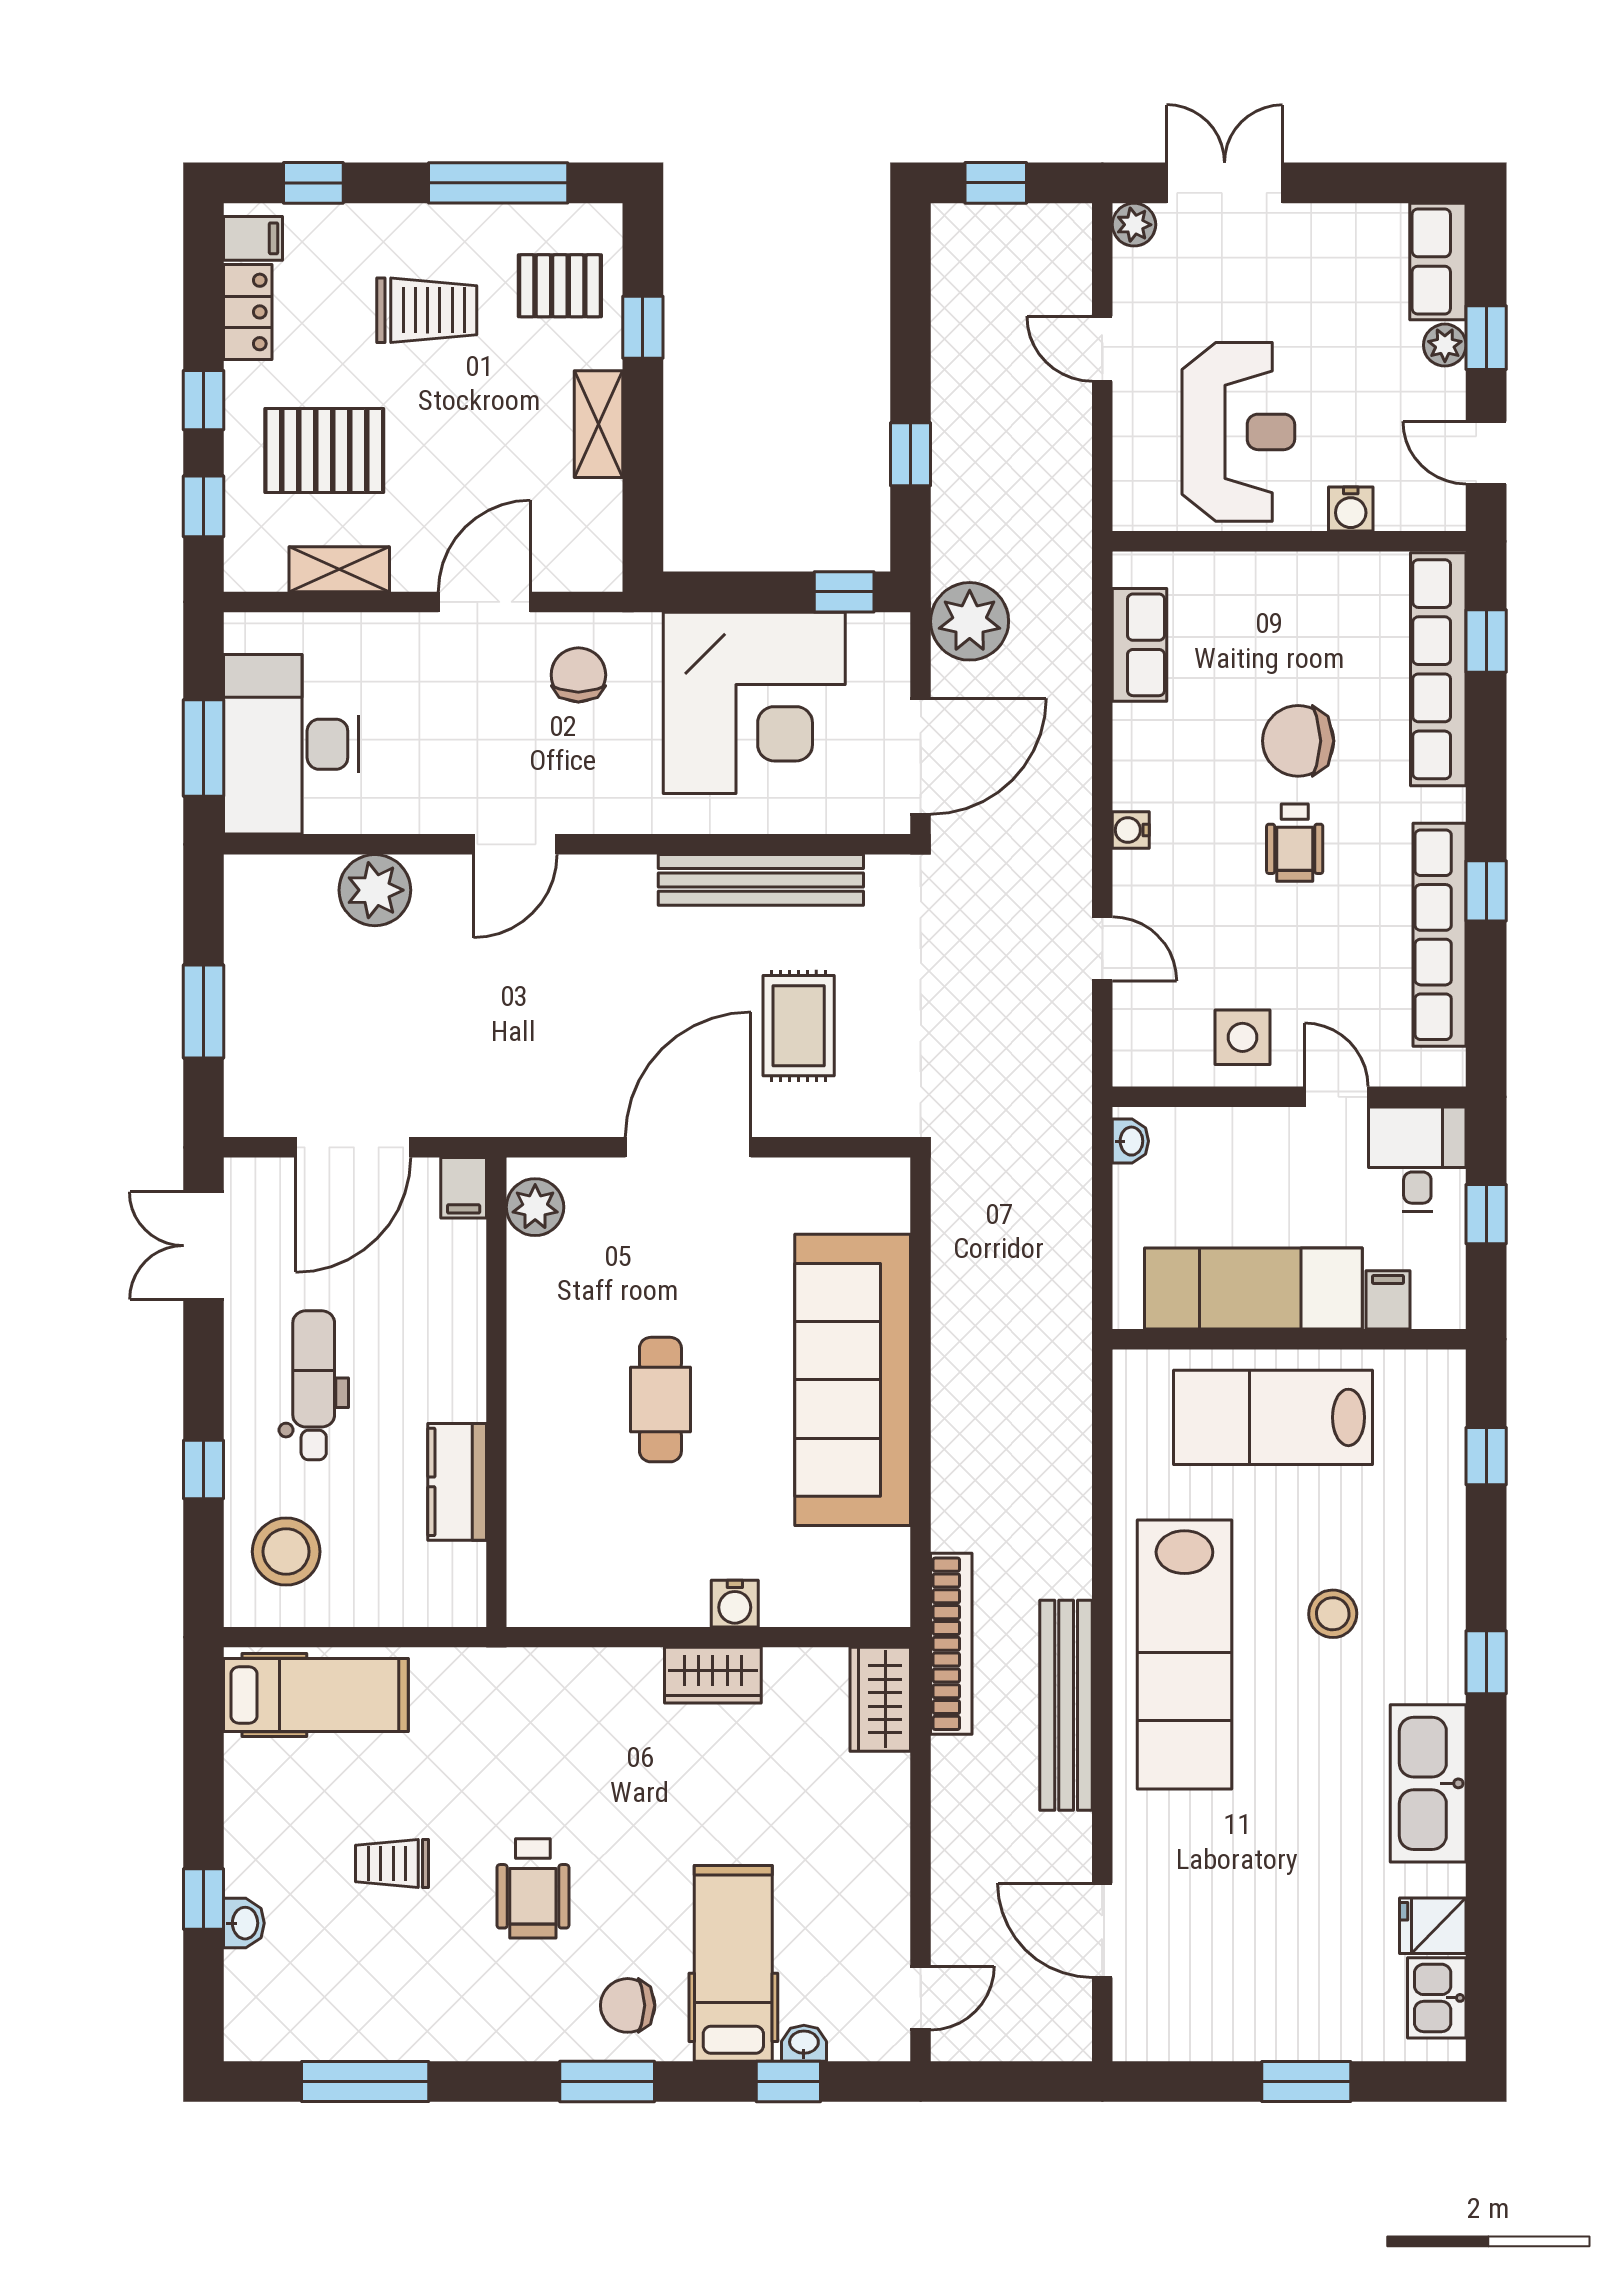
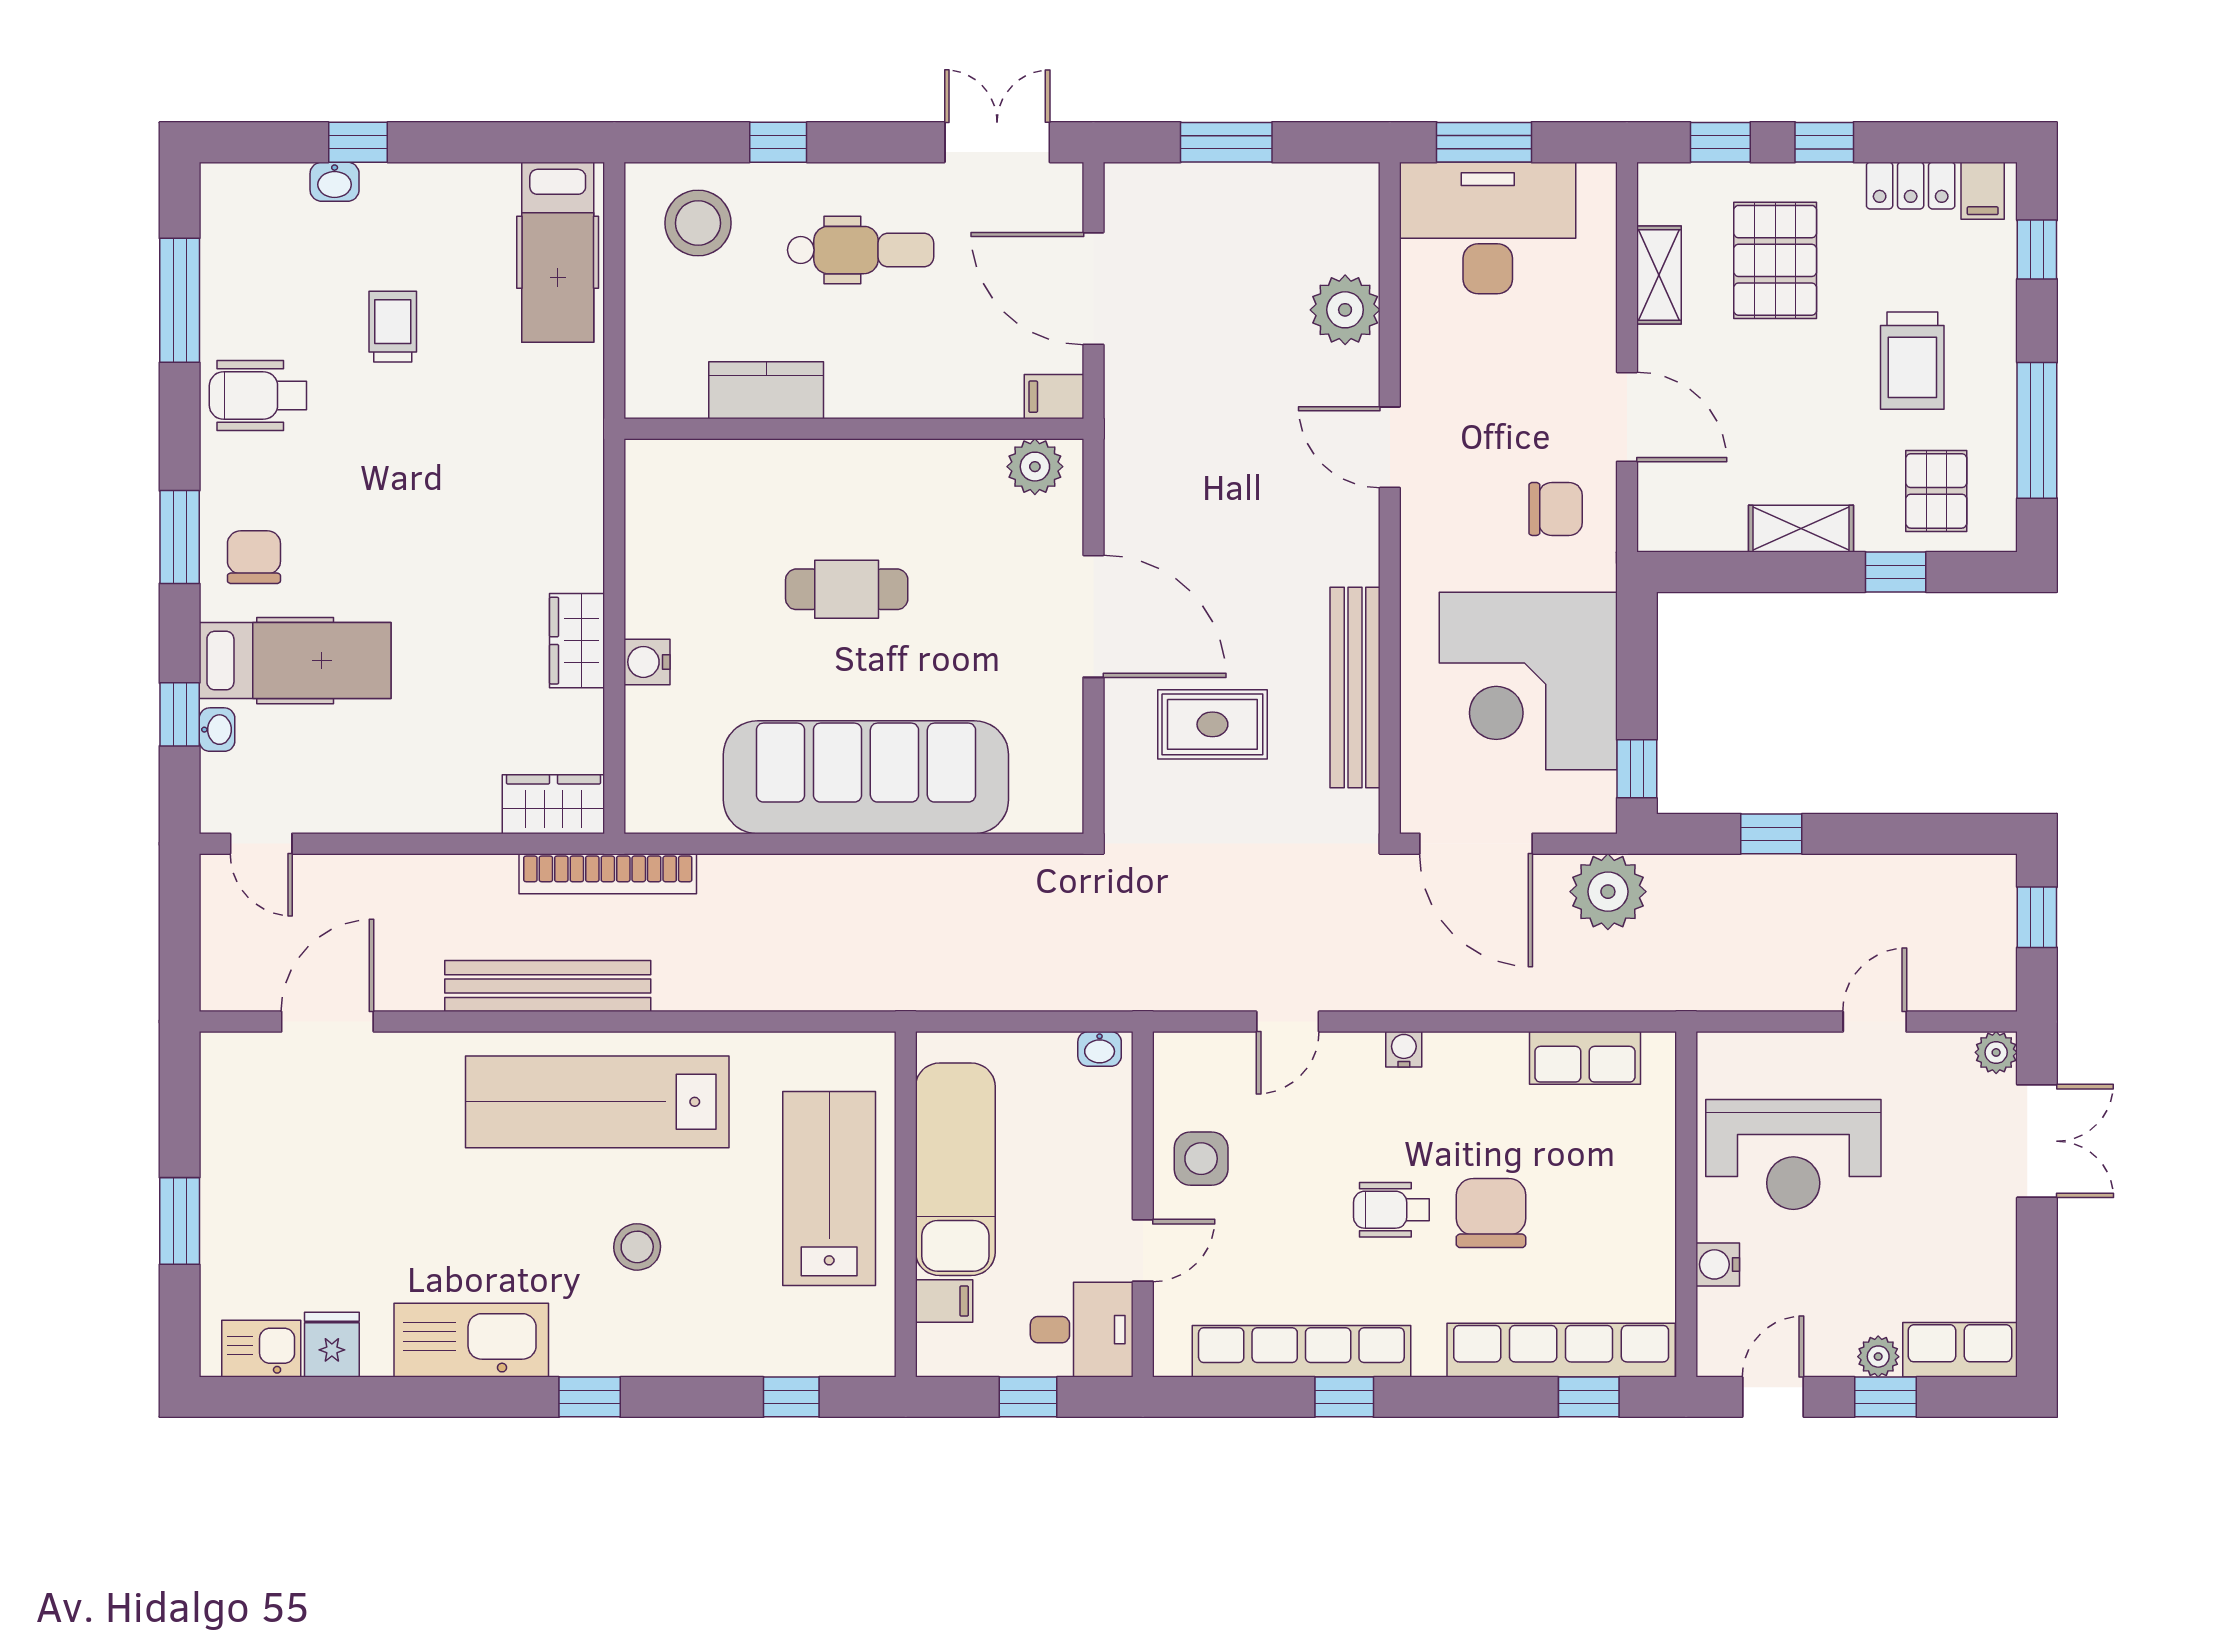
wheelchair: (533, 1888) -> (258, 396), moved

